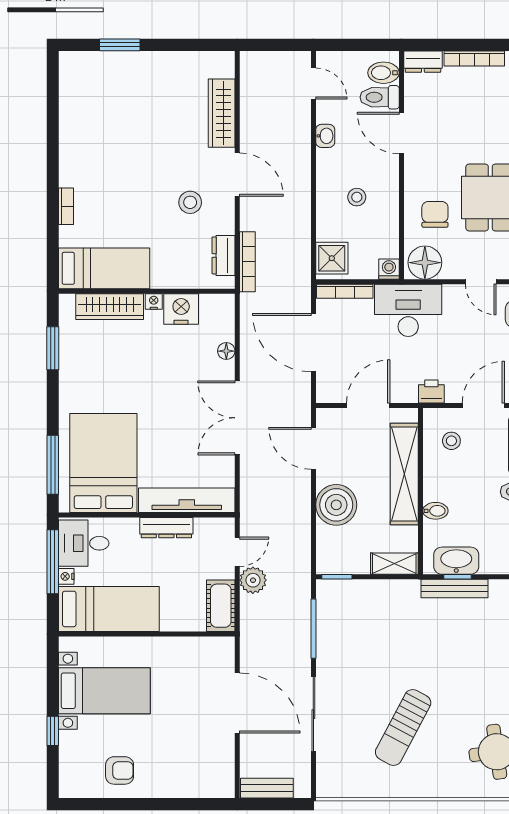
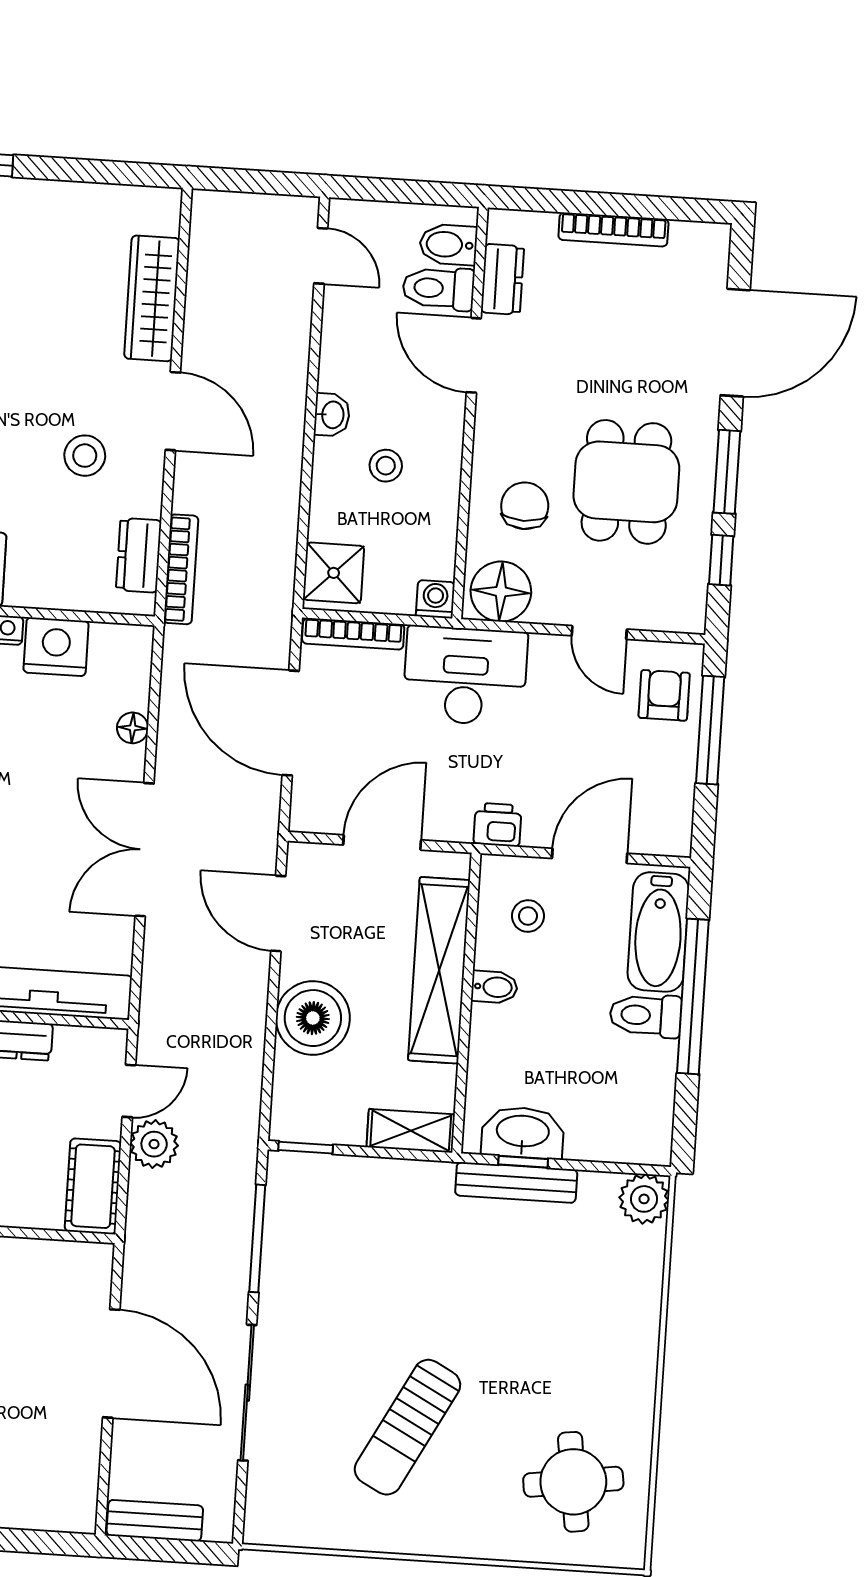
dresser: (423, 62) -> (502, 279), moved, turned -90
washbasin: (325, 136) -> (332, 415), moved
bidet: (435, 511) -> (494, 987), moved

